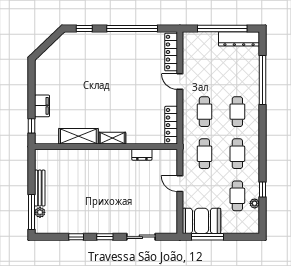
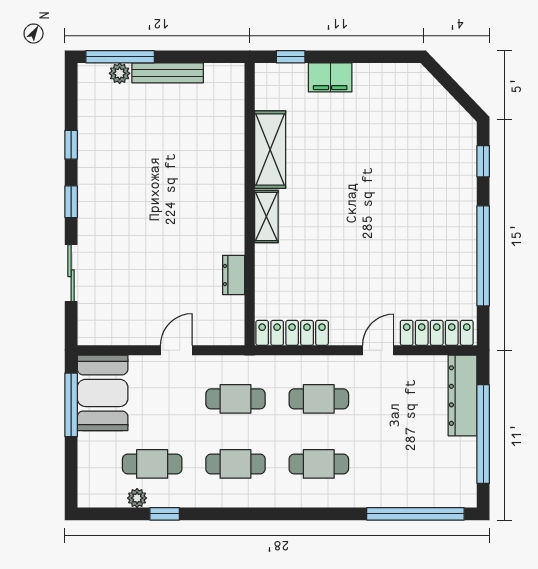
dresser: (239, 39) -> (463, 396), moved
window: (263, 80) -> (415, 514), moved

